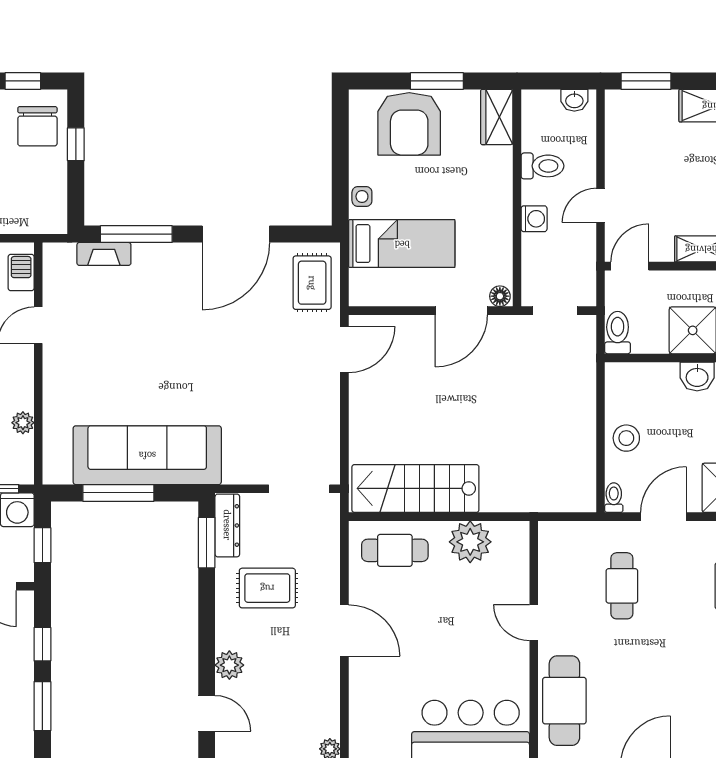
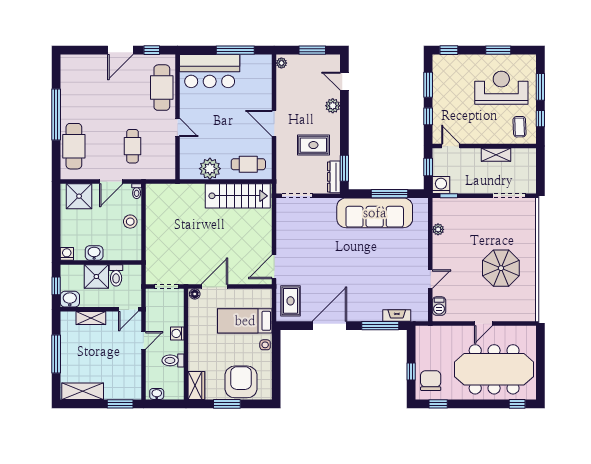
toilet: (618, 333) -> (116, 275), moved

